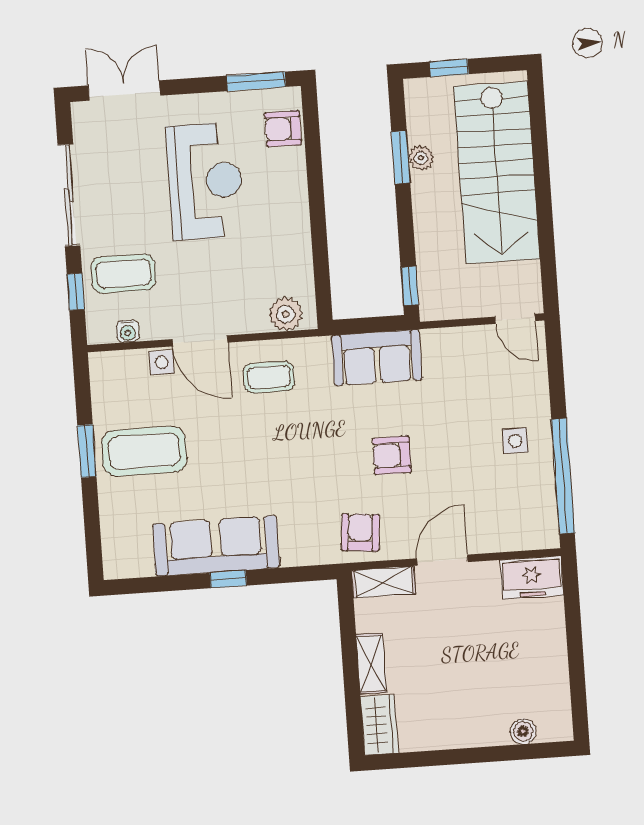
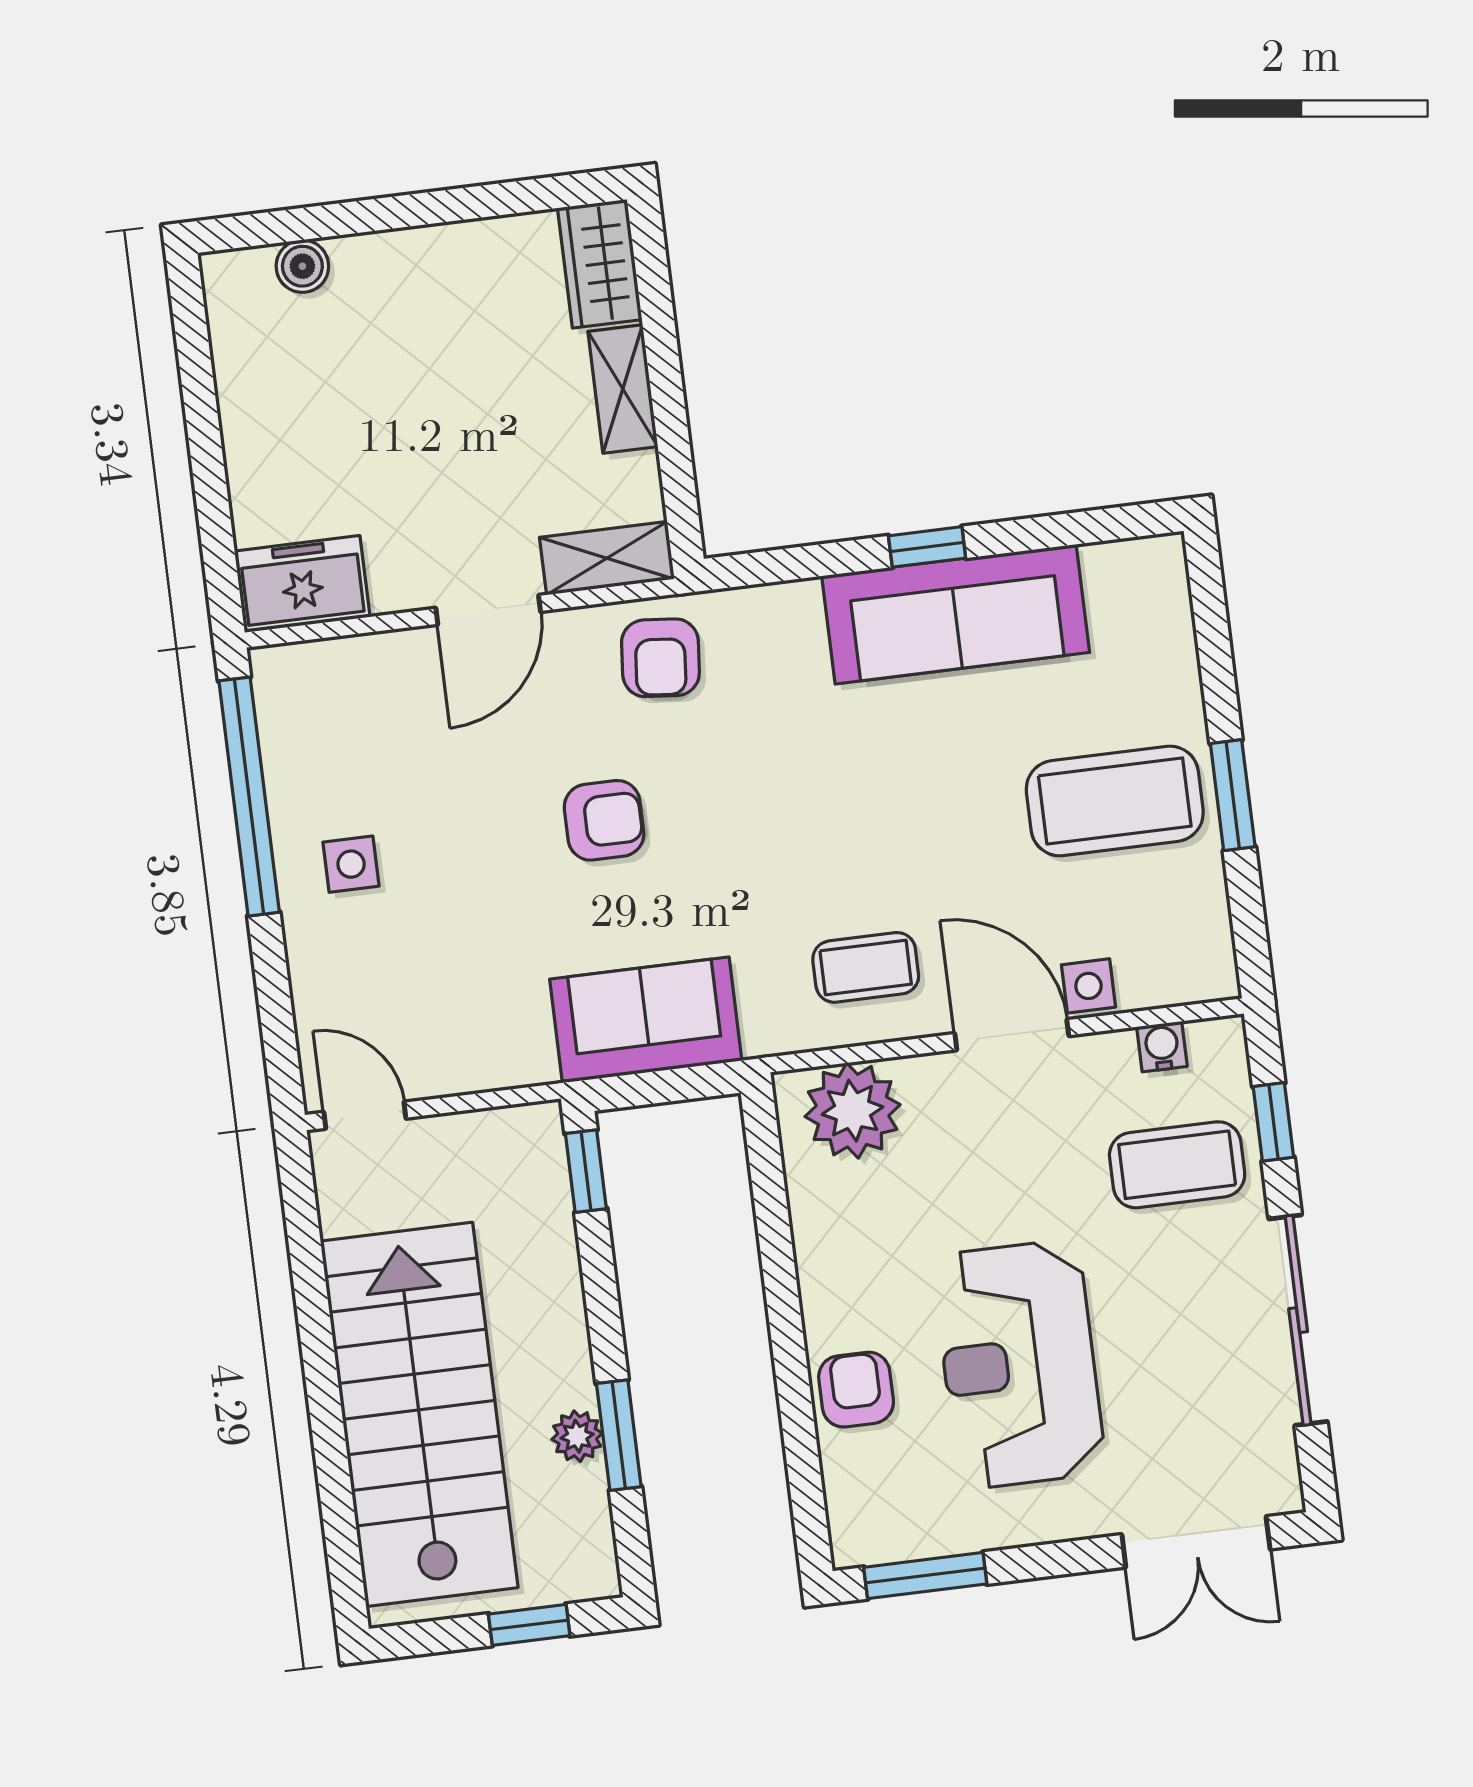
armchair: (283, 129) -> (856, 1390), moved, turned -90
plant: (286, 314) -> (853, 1111), width x1.36, depth x1.36

